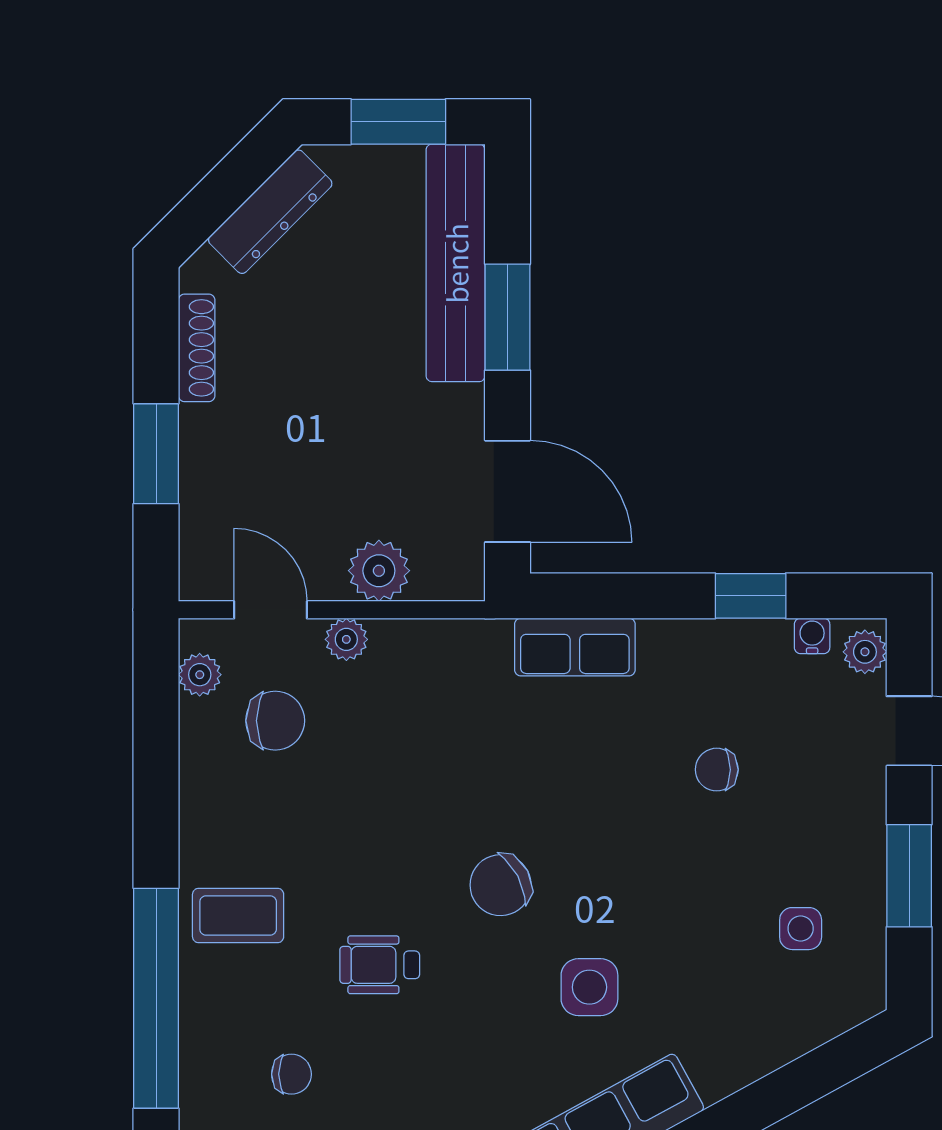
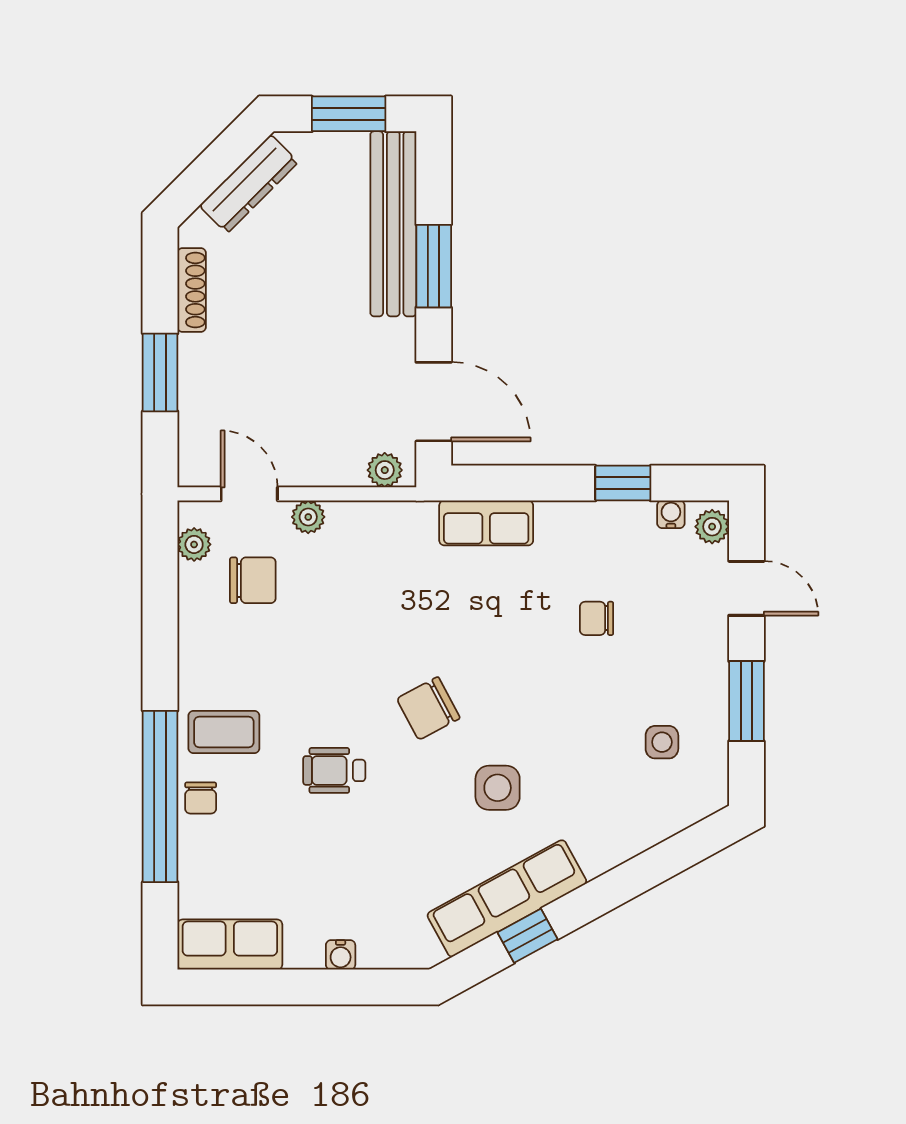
plant: (379, 571) -> (385, 470), moved, width x0.73, depth x0.73
chair: (291, 1074) -> (201, 798), moved, turned 90

